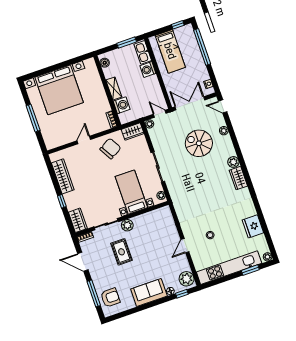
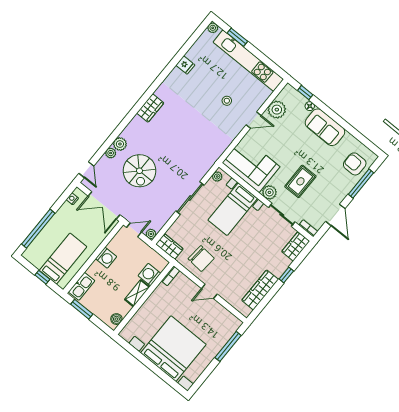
window: (178, 25) -> (42, 277), moved
washing machine: (148, 69) -> (106, 258), moved
door: (160, 114) -> (134, 230), swing flipped
window: (33, 118) -> (228, 346), moved
chair: (110, 149) -> (201, 259), turned -145
plant: (233, 162) -> (120, 144), moved
corner sofa: (155, 224) -> (251, 165), added
fridge: (253, 226) -> (185, 65), width x0.53, depth x0.75
plant: (187, 279) -> (277, 110), moved

